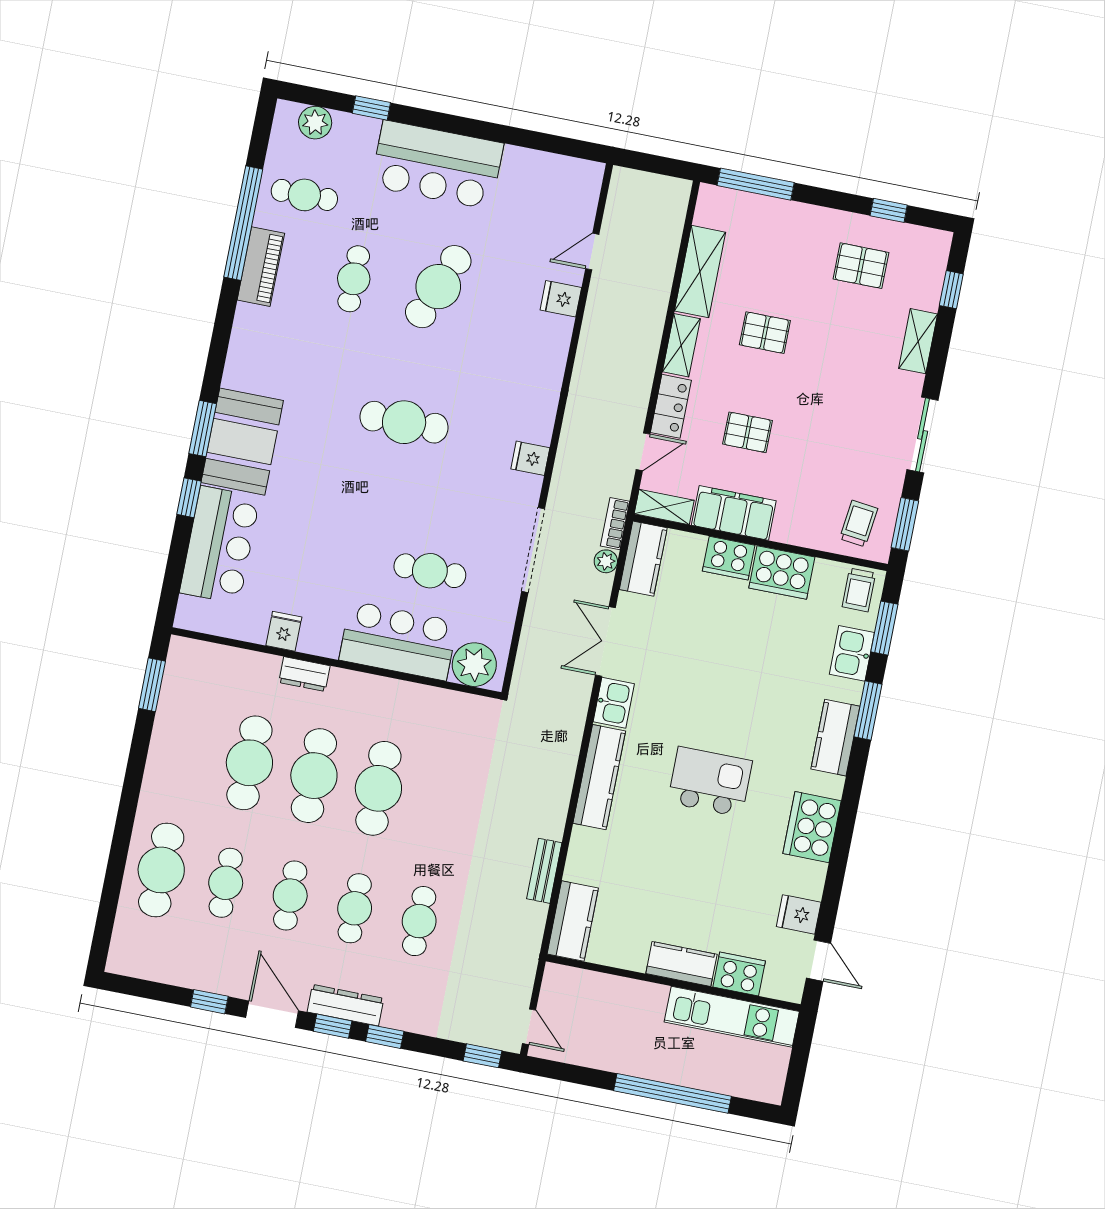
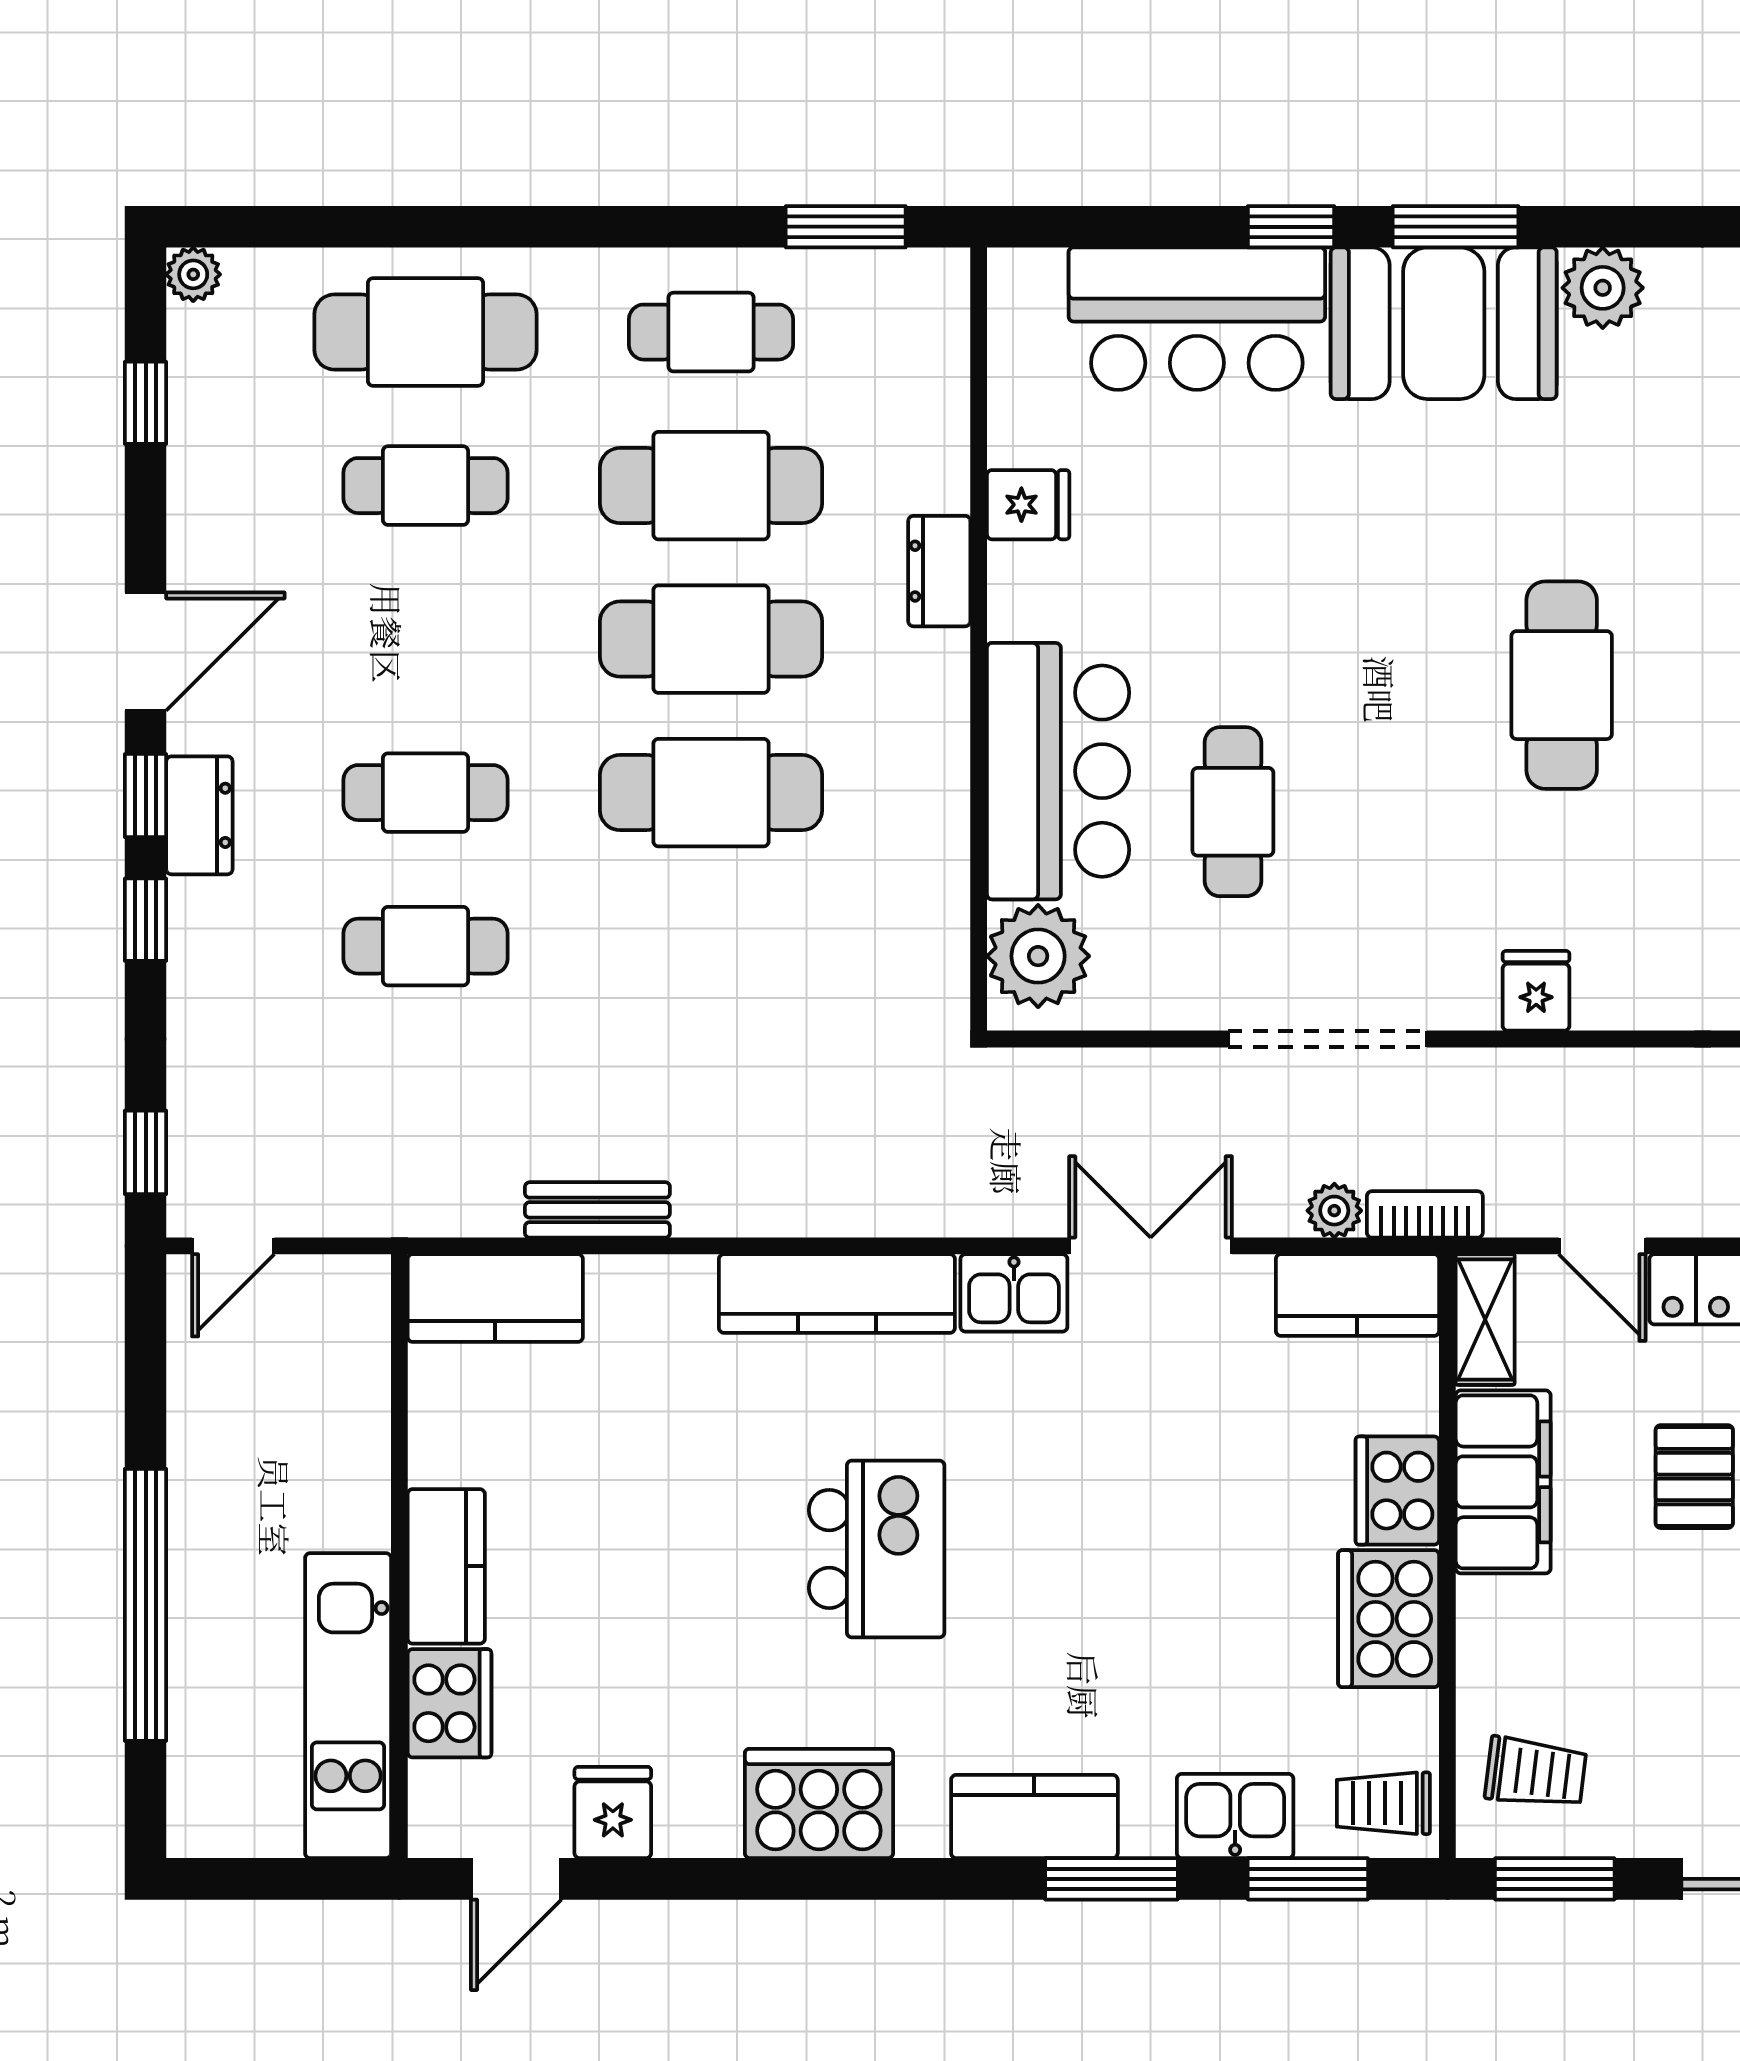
plant: (241, 372) -> (1603, 288), added
cafe table: (290, 896) -> (711, 332), moved
plant: (118, 963) -> (193, 274), added
window: (209, 1002) -> (146, 403), moved
dresser: (345, 1005) -> (199, 815), width x0.70

